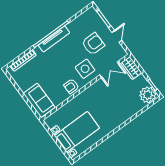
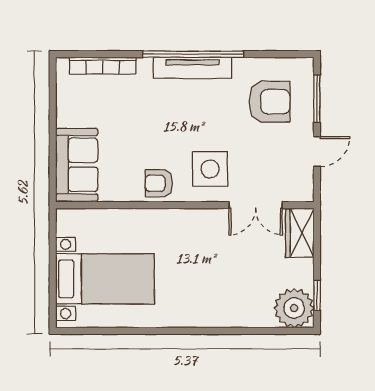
armchair: (93, 44) -> (270, 102), moved

